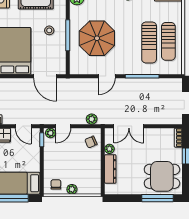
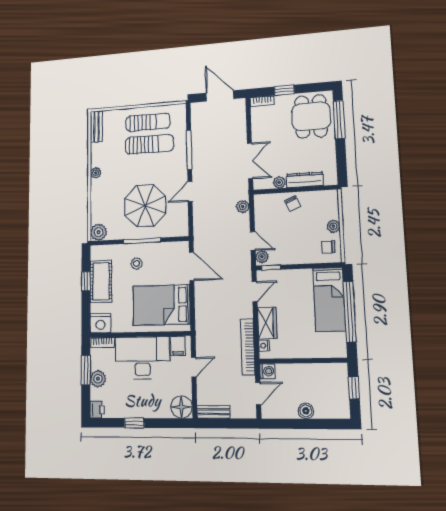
door: (45, 76) -> (192, 266), hinge flipped
door: (107, 76) -> (190, 191), swing flipped
chair: (91, 142) -> (293, 204), moved

